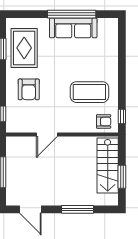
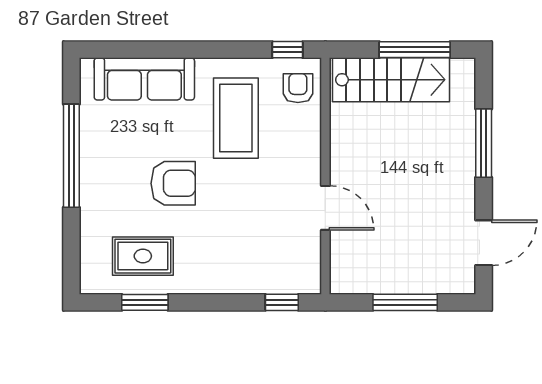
sofa: (73, 28) -> (144, 79), moved, turned 90
rug: (24, 48) -> (143, 256), width x0.73, depth x0.70
armchair: (29, 89) -> (173, 183), moved
window: (122, 177) -> (415, 50), width x1.44

